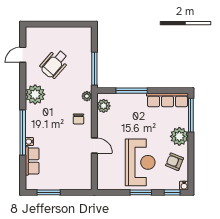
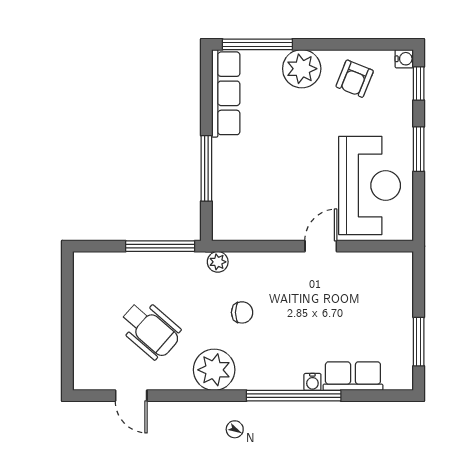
plant: (104, 106) -> (238, 227), removed
chair: (78, 119) -> (242, 312), moved
reception desk: (140, 162) -> (370, 186), moved, turned 90

